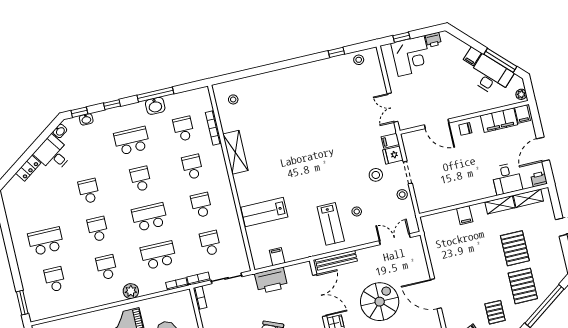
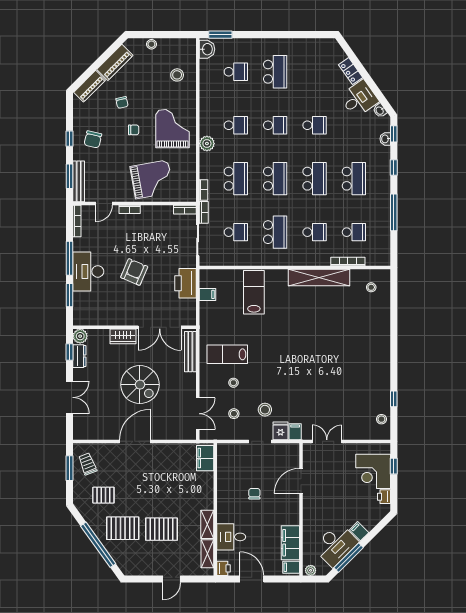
washbasin: (155, 106) -> (207, 49), moved, turned 180
chair: (465, 129) -> (254, 494), moved
shelving: (235, 152) -> (319, 277), width x1.47
school desk: (141, 179) -> (315, 179), width x1.85
stool: (402, 194) -> (234, 414), moved
school desk: (201, 205) -> (275, 232), width x1.85
filing cabinet: (465, 215) -> (205, 458), moved, width x2.00

